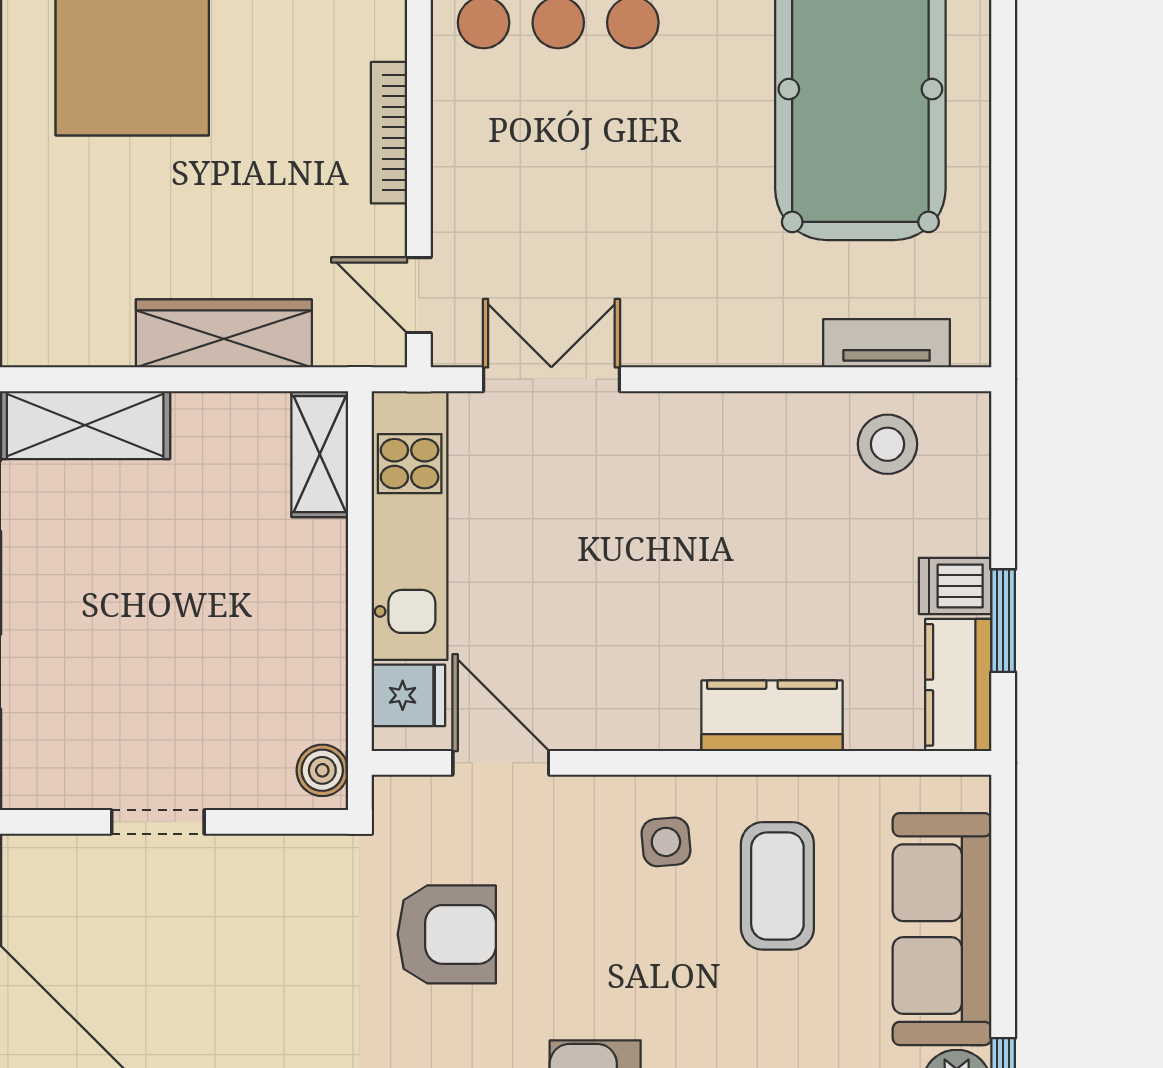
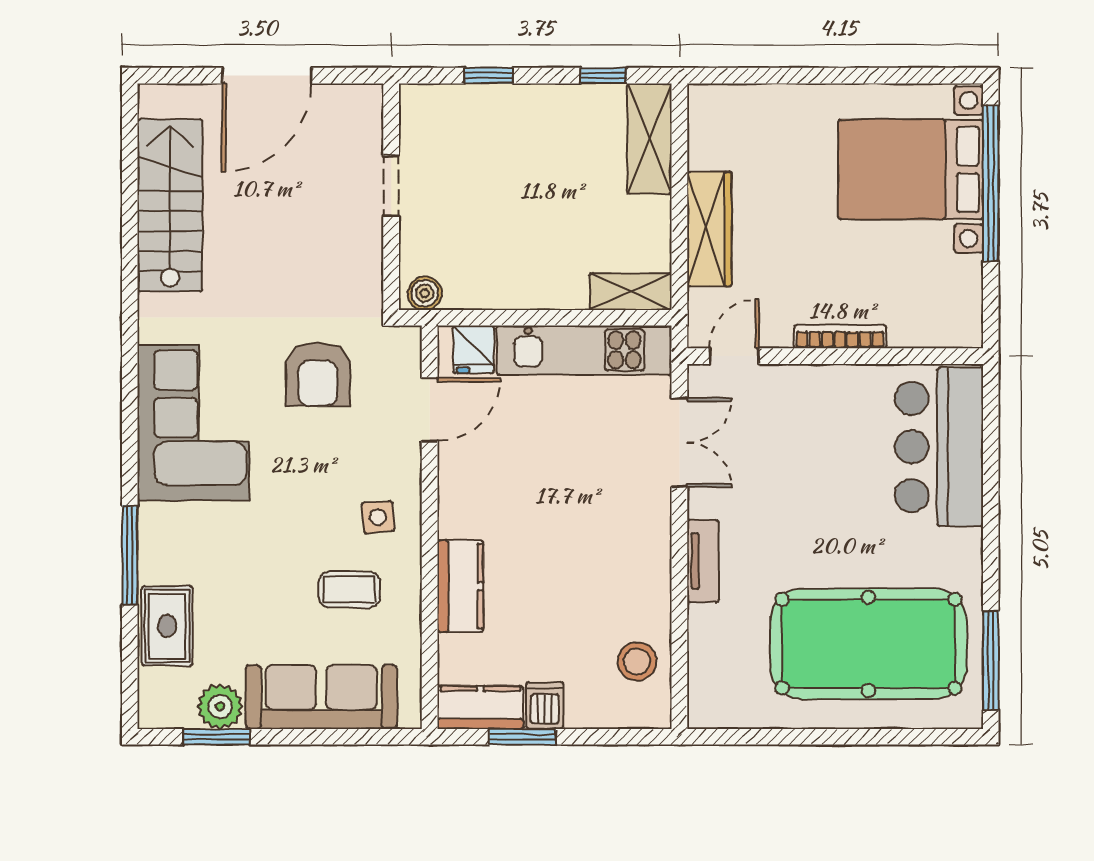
tv unit: (887, 343) -> (703, 561), moved
coffee table: (777, 886) -> (349, 590), width x0.73, depth x0.77

